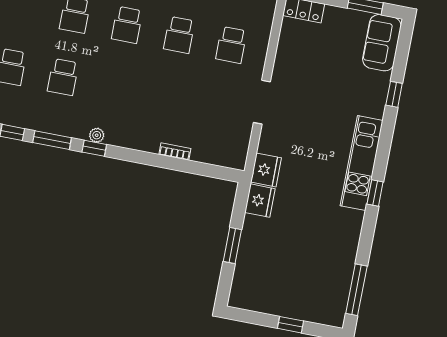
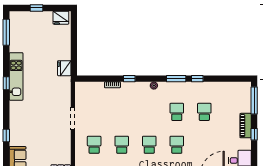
window: (94, 148) -> (129, 79), moved
kitchen unit: (362, 163) -> (16, 76), moved
fridge: (266, 170) -> (61, 18), moved, turned -90
window: (232, 246) -> (74, 43), removed

